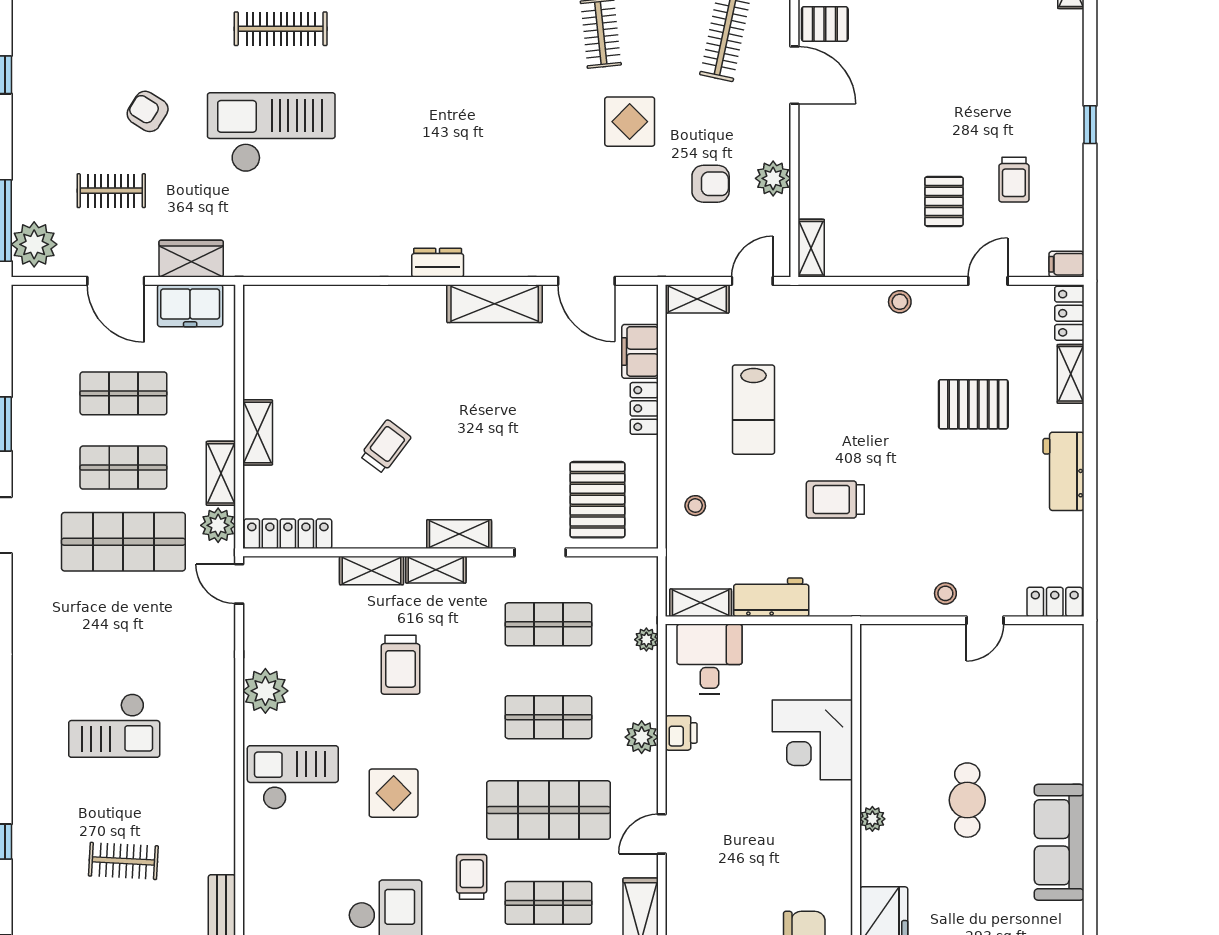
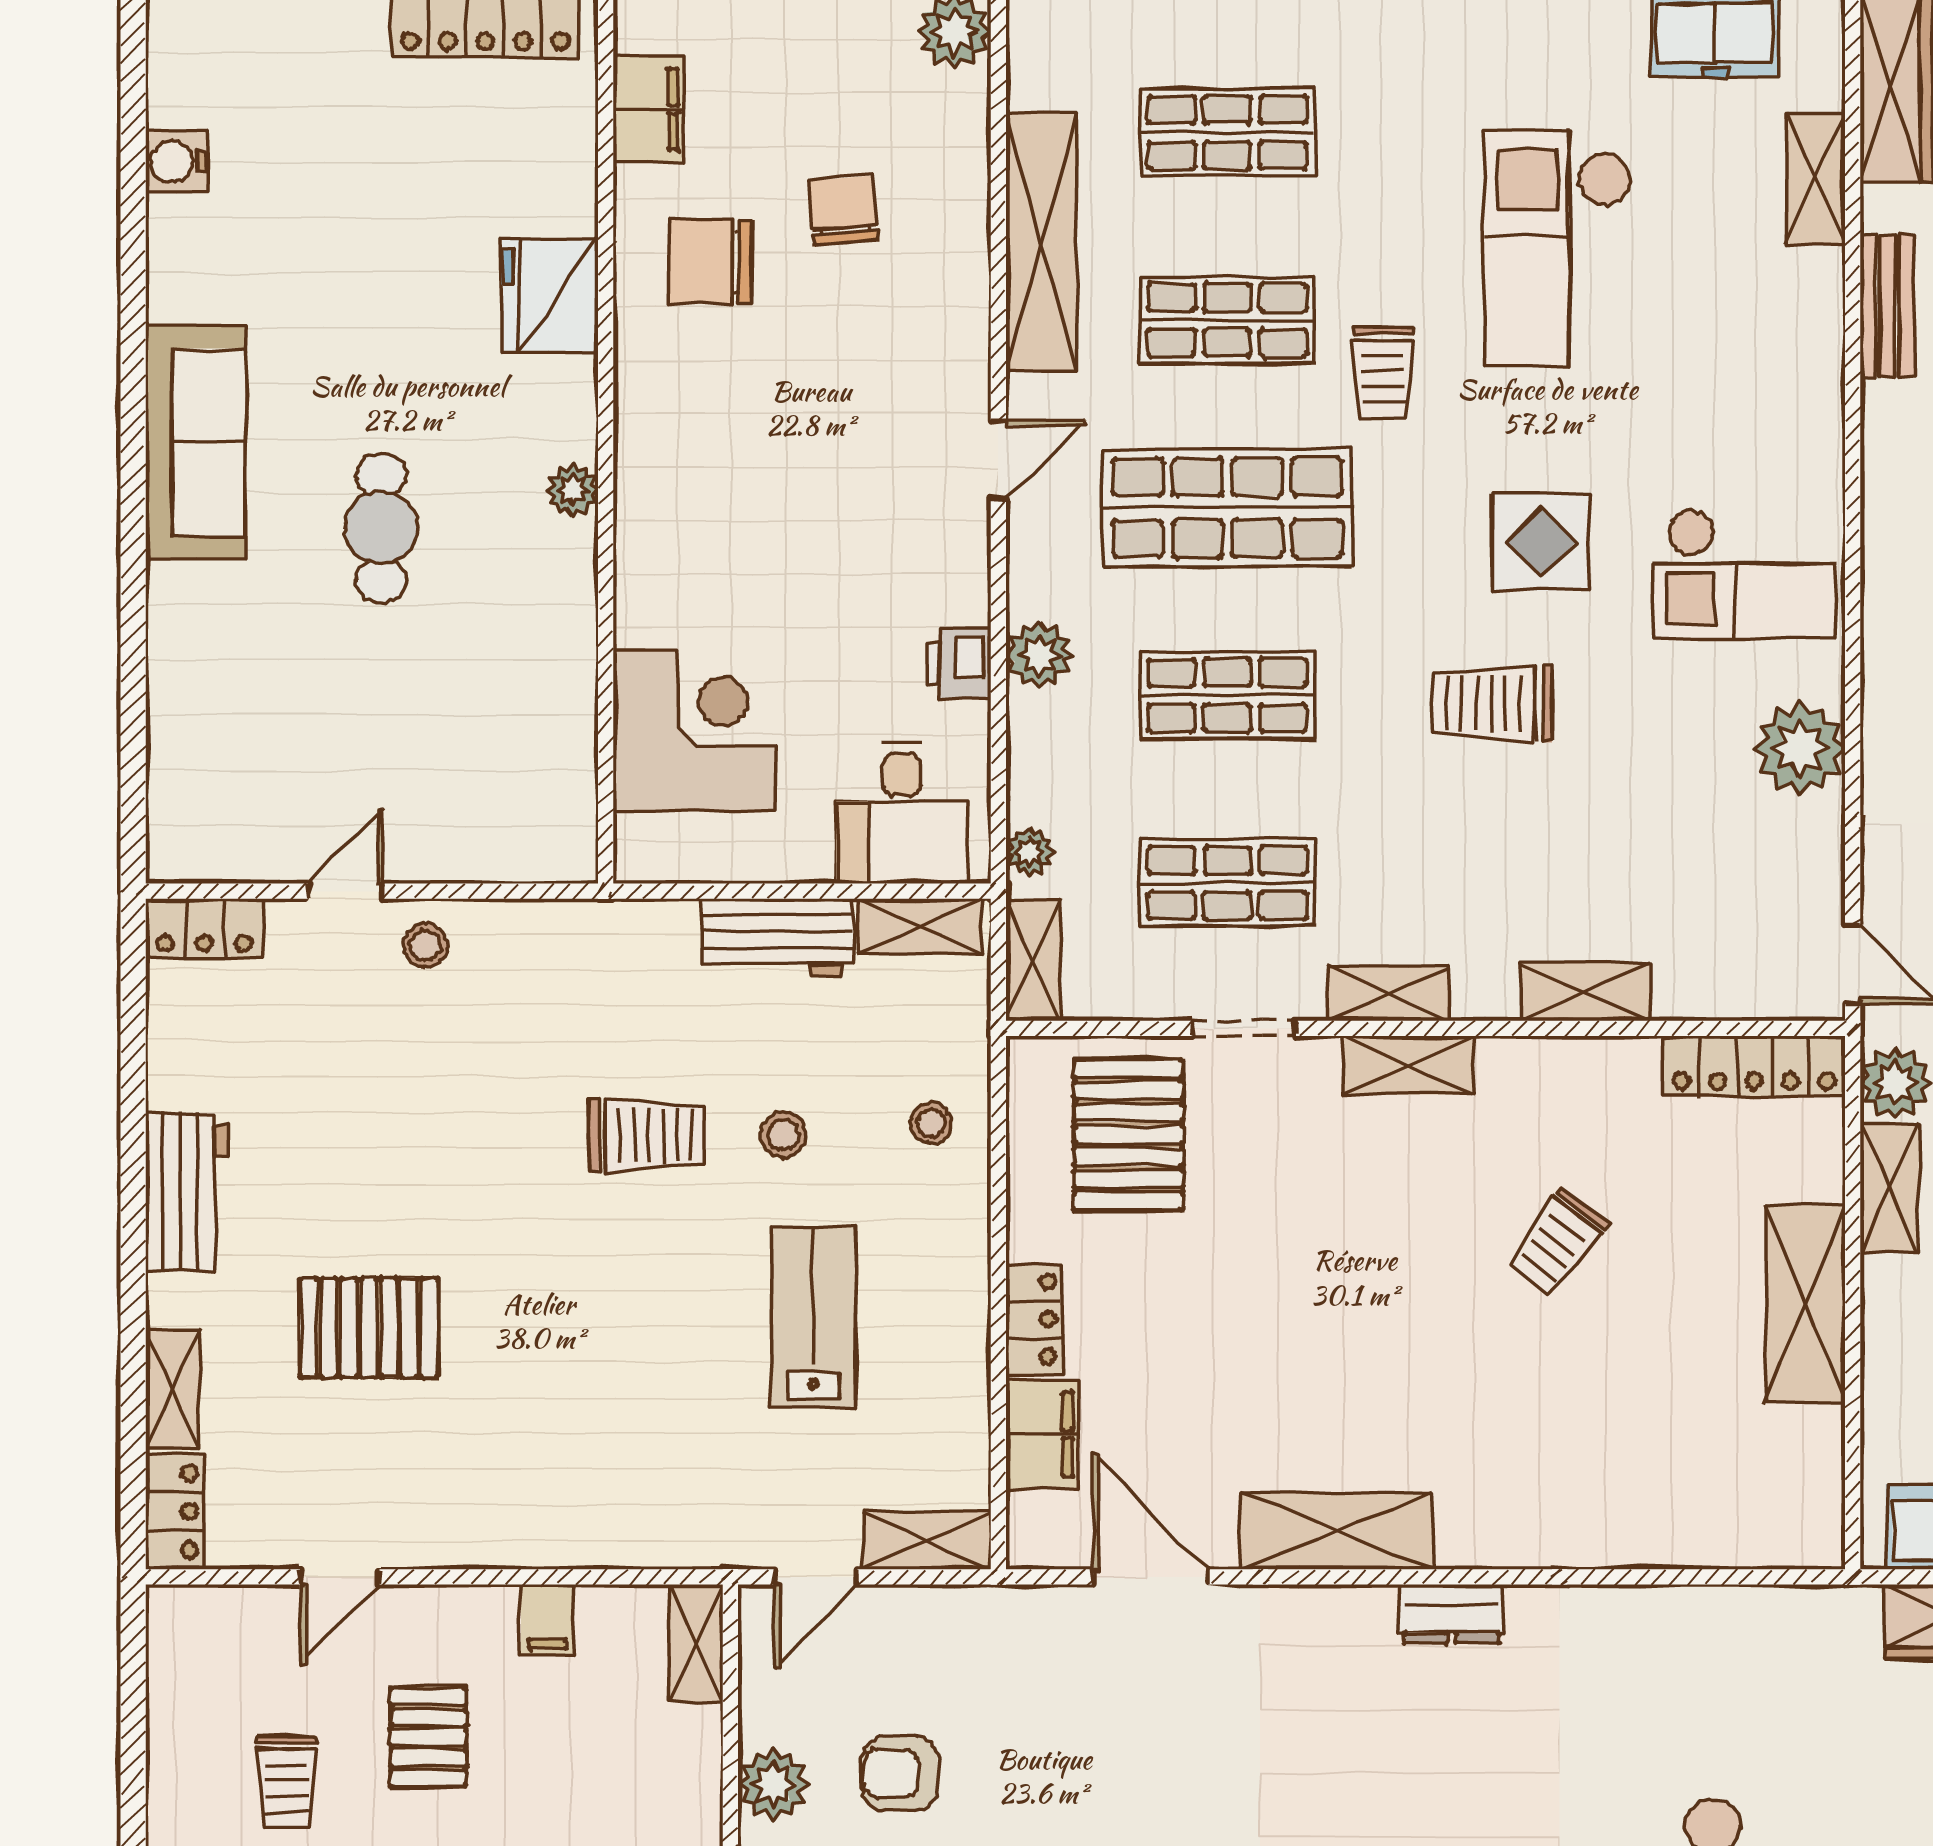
trolley: (1014, 180) -> (287, 1782), turned 180
filing cabinet: (1066, 264) -> (547, 1619), moved, turned 90
stool: (900, 302) -> (784, 1135), moved
shelving: (258, 432) -> (1805, 1304), width x1.50, depth x1.33
shelving: (436, 570) -> (1388, 994), moved
shelving: (645, 586) -> (1033, 959), added
trolley: (401, 665) -> (1492, 704), moved, turned -90
corner desk: (812, 740) -> (694, 730), moved

